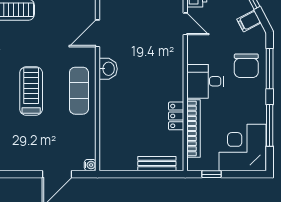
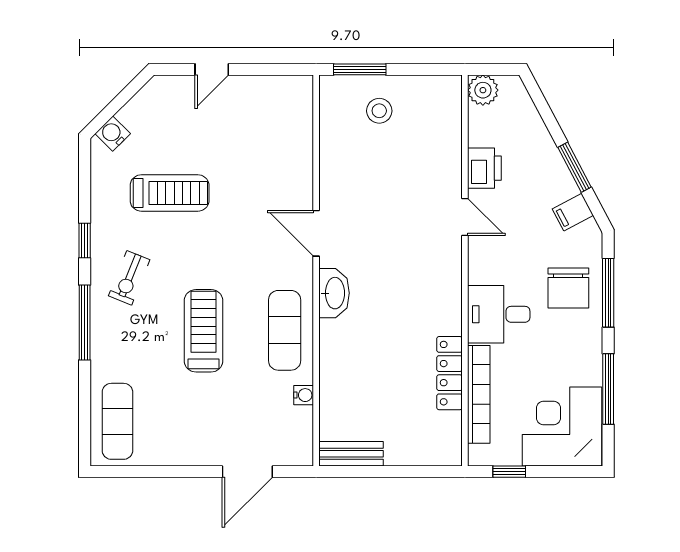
door: (98, 33) -> (316, 233), hinge flipped
washbasin: (108, 69) -> (334, 293), width x1.38
locker: (176, 116) -> (449, 373), width x1.53
bench: (157, 164) -> (351, 454), moved
water cooler: (90, 165) -> (304, 395), moved

